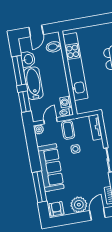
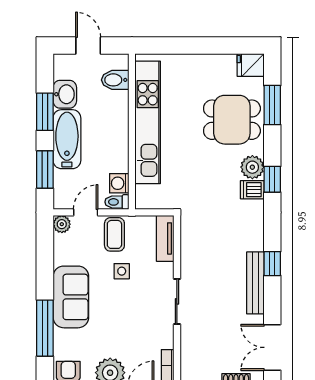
door: (36, 31) -> (88, 45), swing flipped
window: (19, 71) -> (45, 112), width x0.69
sofa: (51, 168) -> (71, 297), width x0.73

